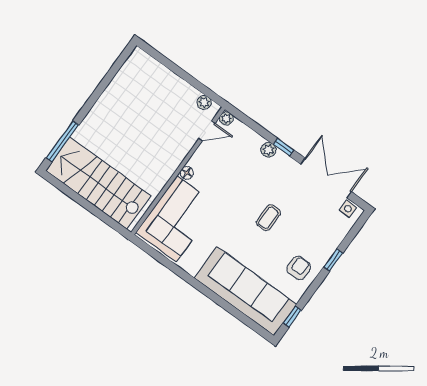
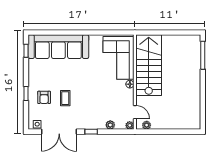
door: (207, 131) -> (135, 112), swing flipped
plant: (268, 150) -> (110, 125), moved
stairs: (98, 183) -> (149, 65), moved, turned -90
coffee table: (268, 218) -> (65, 98), moved
armchair: (299, 268) -> (44, 97), moved

